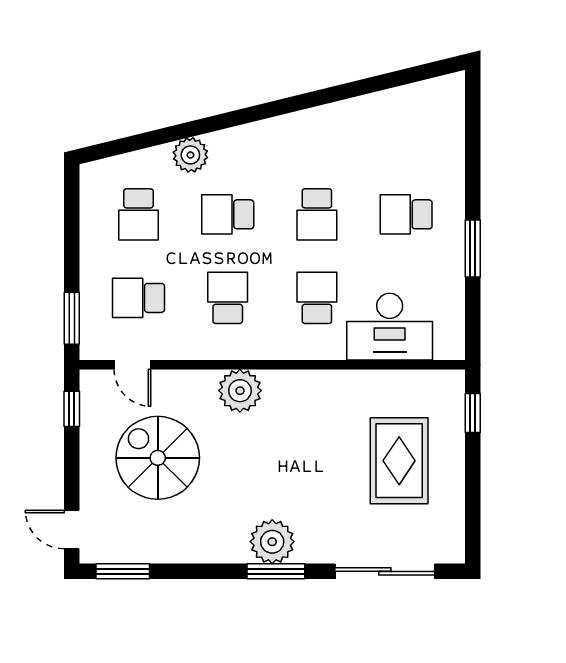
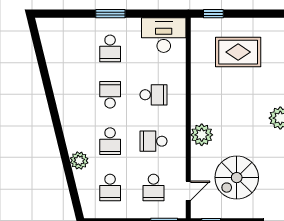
school desk: (138, 214) -> (110, 188), turned 90
school desk: (317, 214) -> (110, 95), turned -90
window: (473, 248) -> (110, 14), moved
school desk: (317, 298) -> (153, 95), turned 180
desk: (390, 327) -> (164, 35), moved, turned -90

